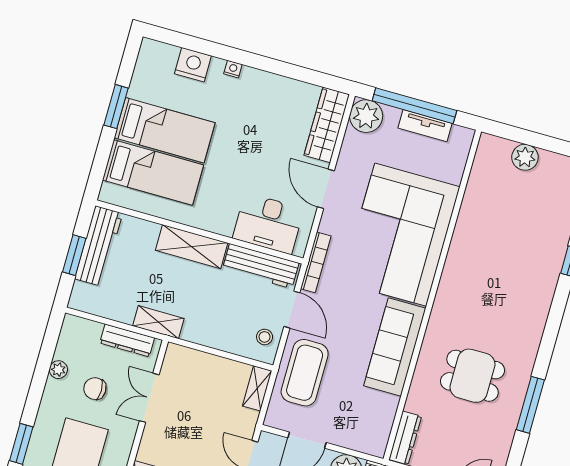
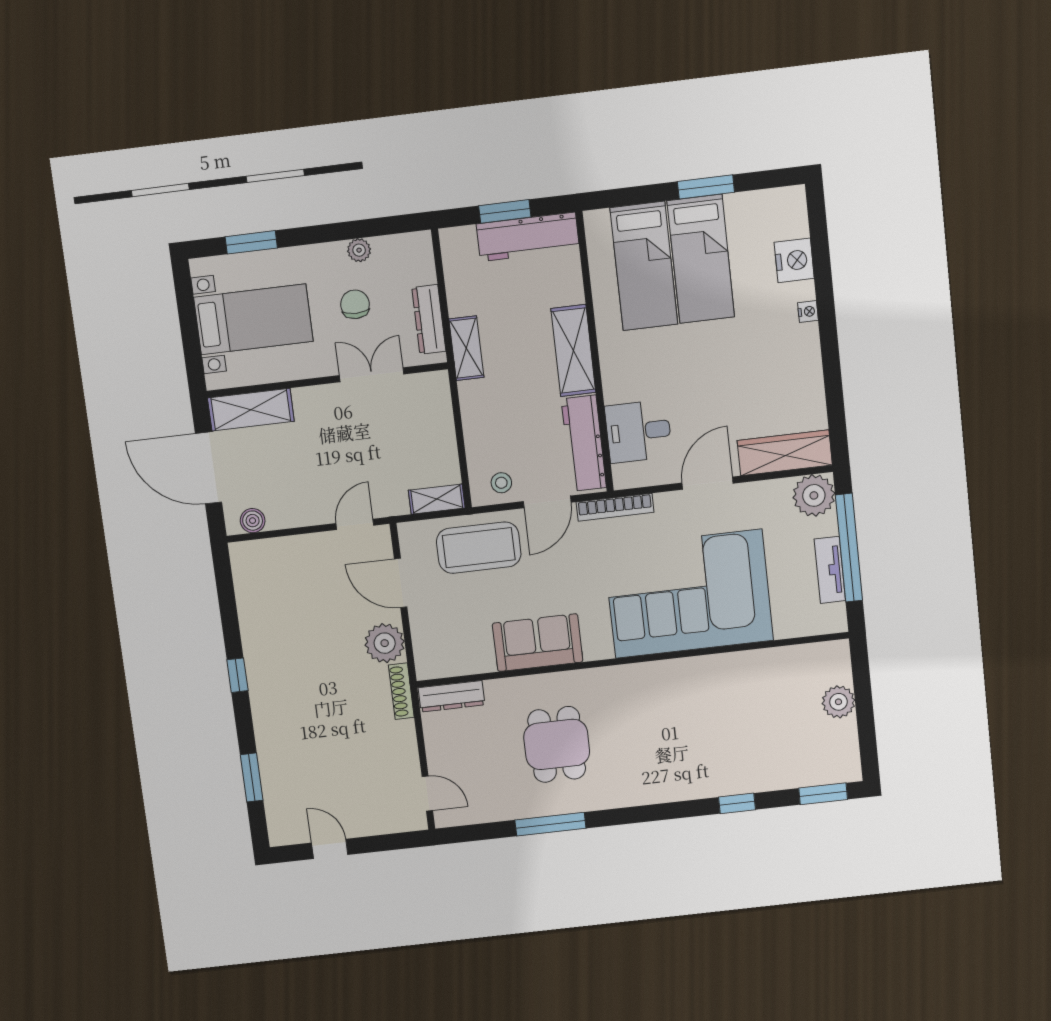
desk: (268, 223) -> (638, 431), width x0.73
sofa: (395, 347) -> (538, 643), width x0.73

